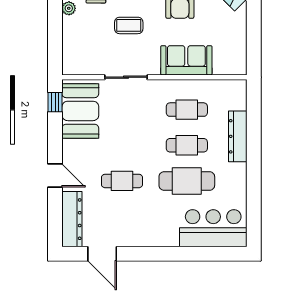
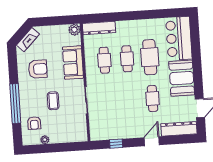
plant: (238, 66) -> (74, 30), added
window: (55, 102) -> (116, 144), moved
booth: (80, 111) -> (182, 78), moved, turned 90
dresser: (238, 136) -> (99, 28), moved

